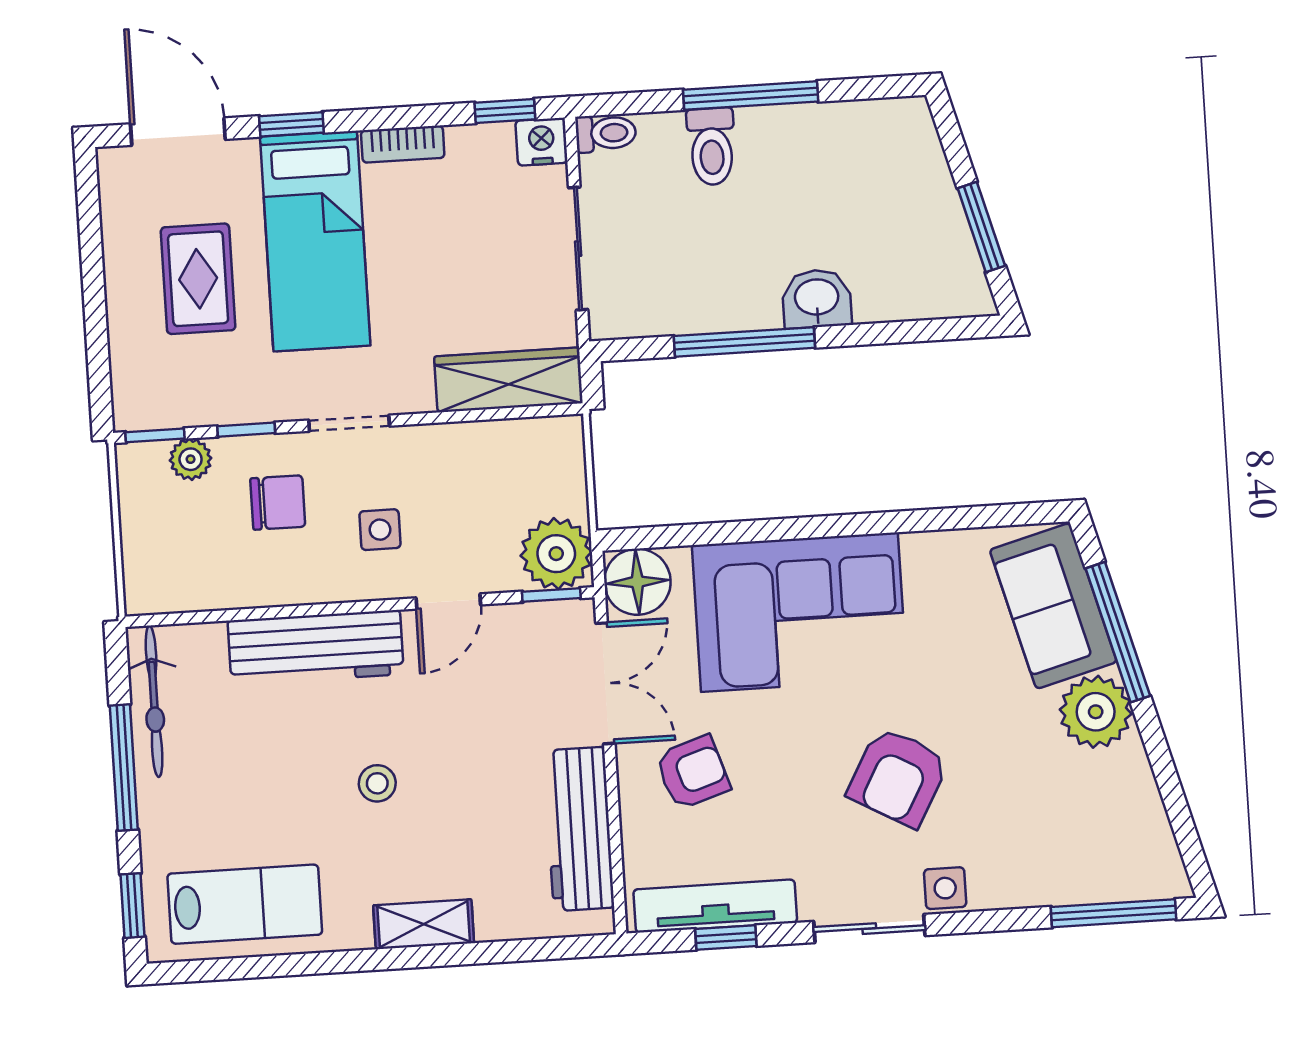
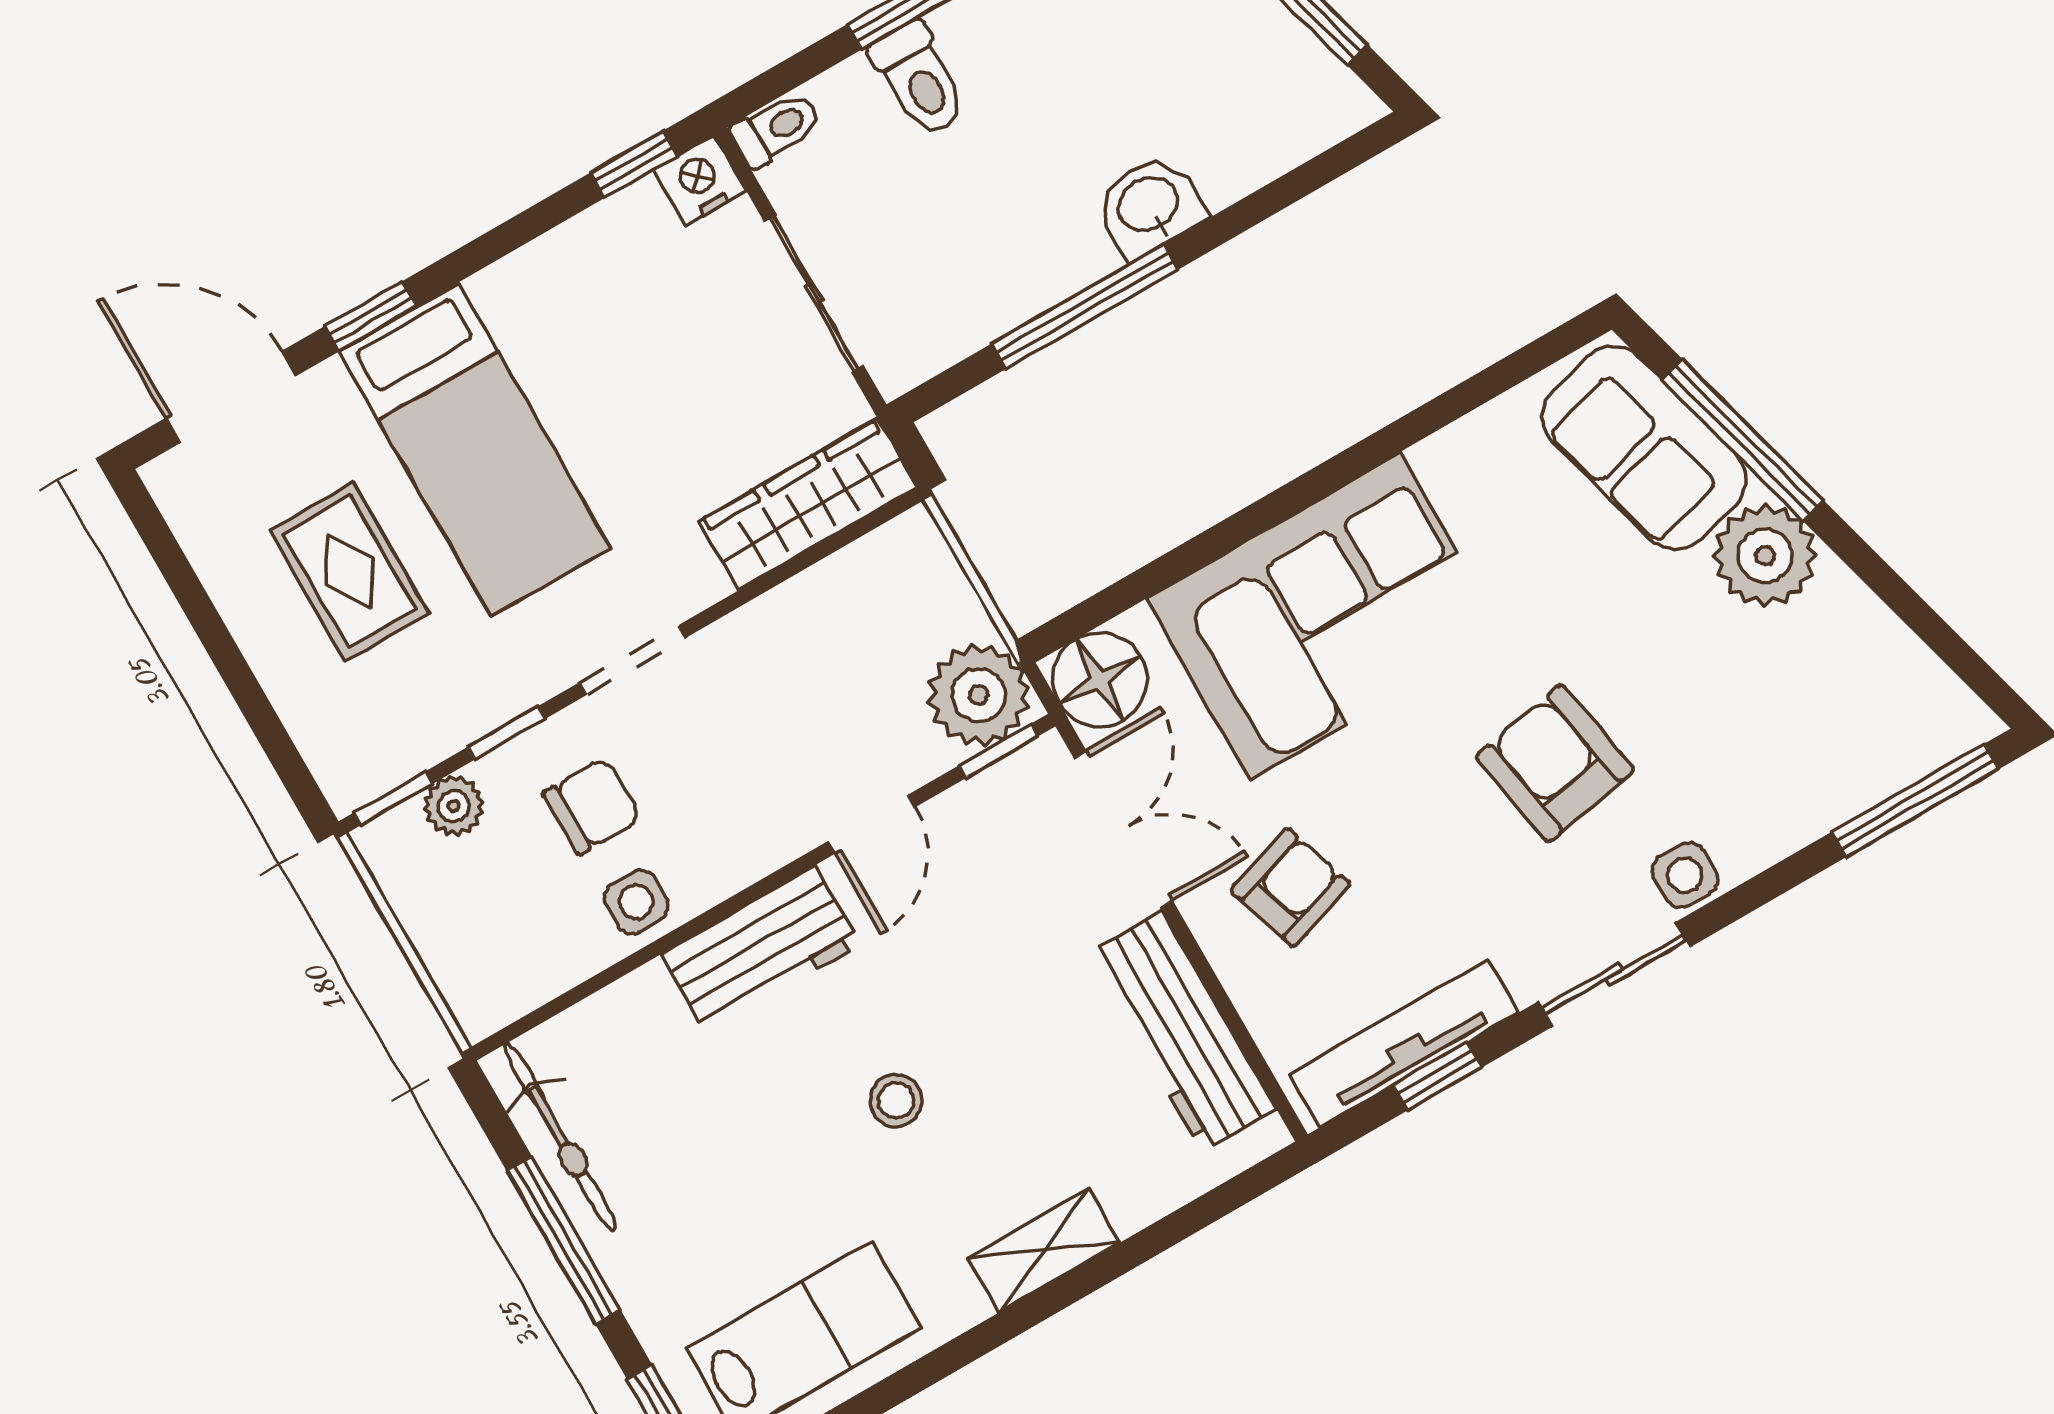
bookcase: (403, 144) -> (525, 271), removed
side table: (380, 530) -> (636, 902), moved
workbench: (316, 647) -> (761, 950), width x0.73
armchair: (898, 777) -> (1555, 763), turned 141

